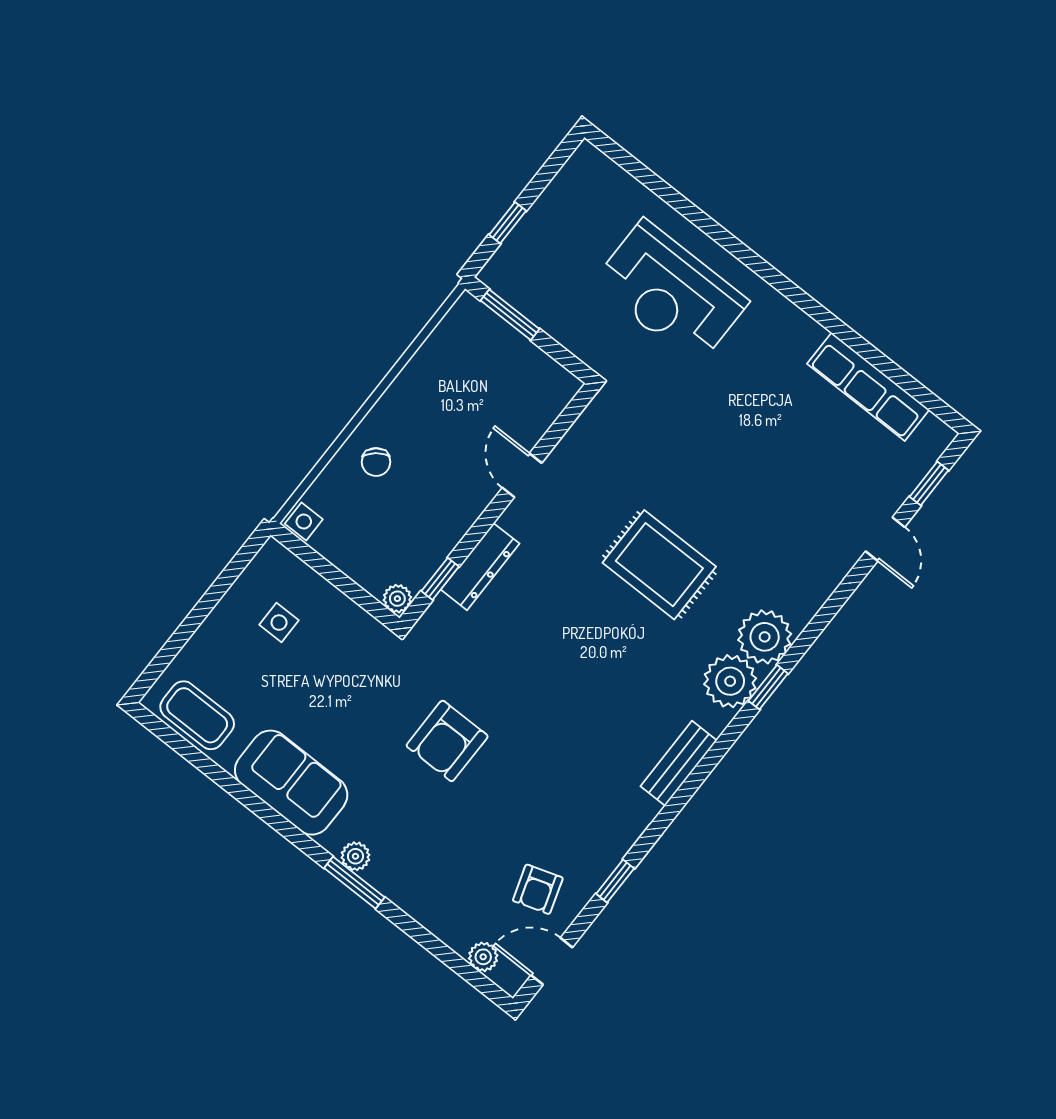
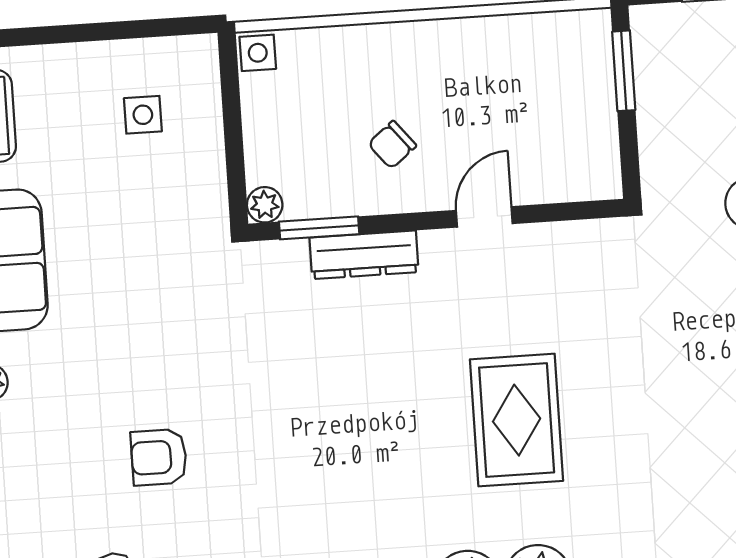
chair: (376, 462) -> (392, 145), moved
window: (440, 579) -> (319, 228), width x1.50
armchair: (447, 741) -> (159, 457), moved, width x0.72, depth x0.72

